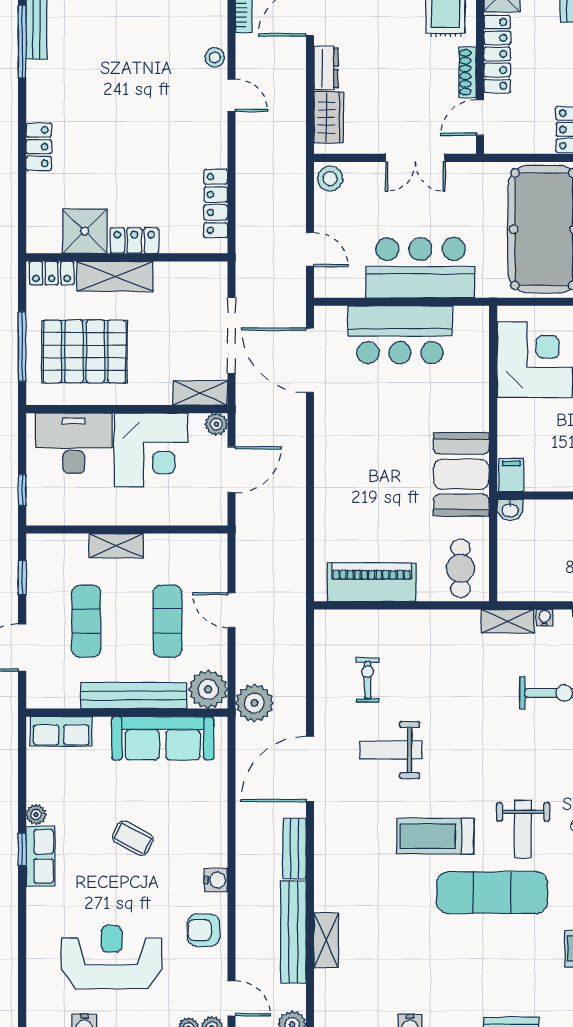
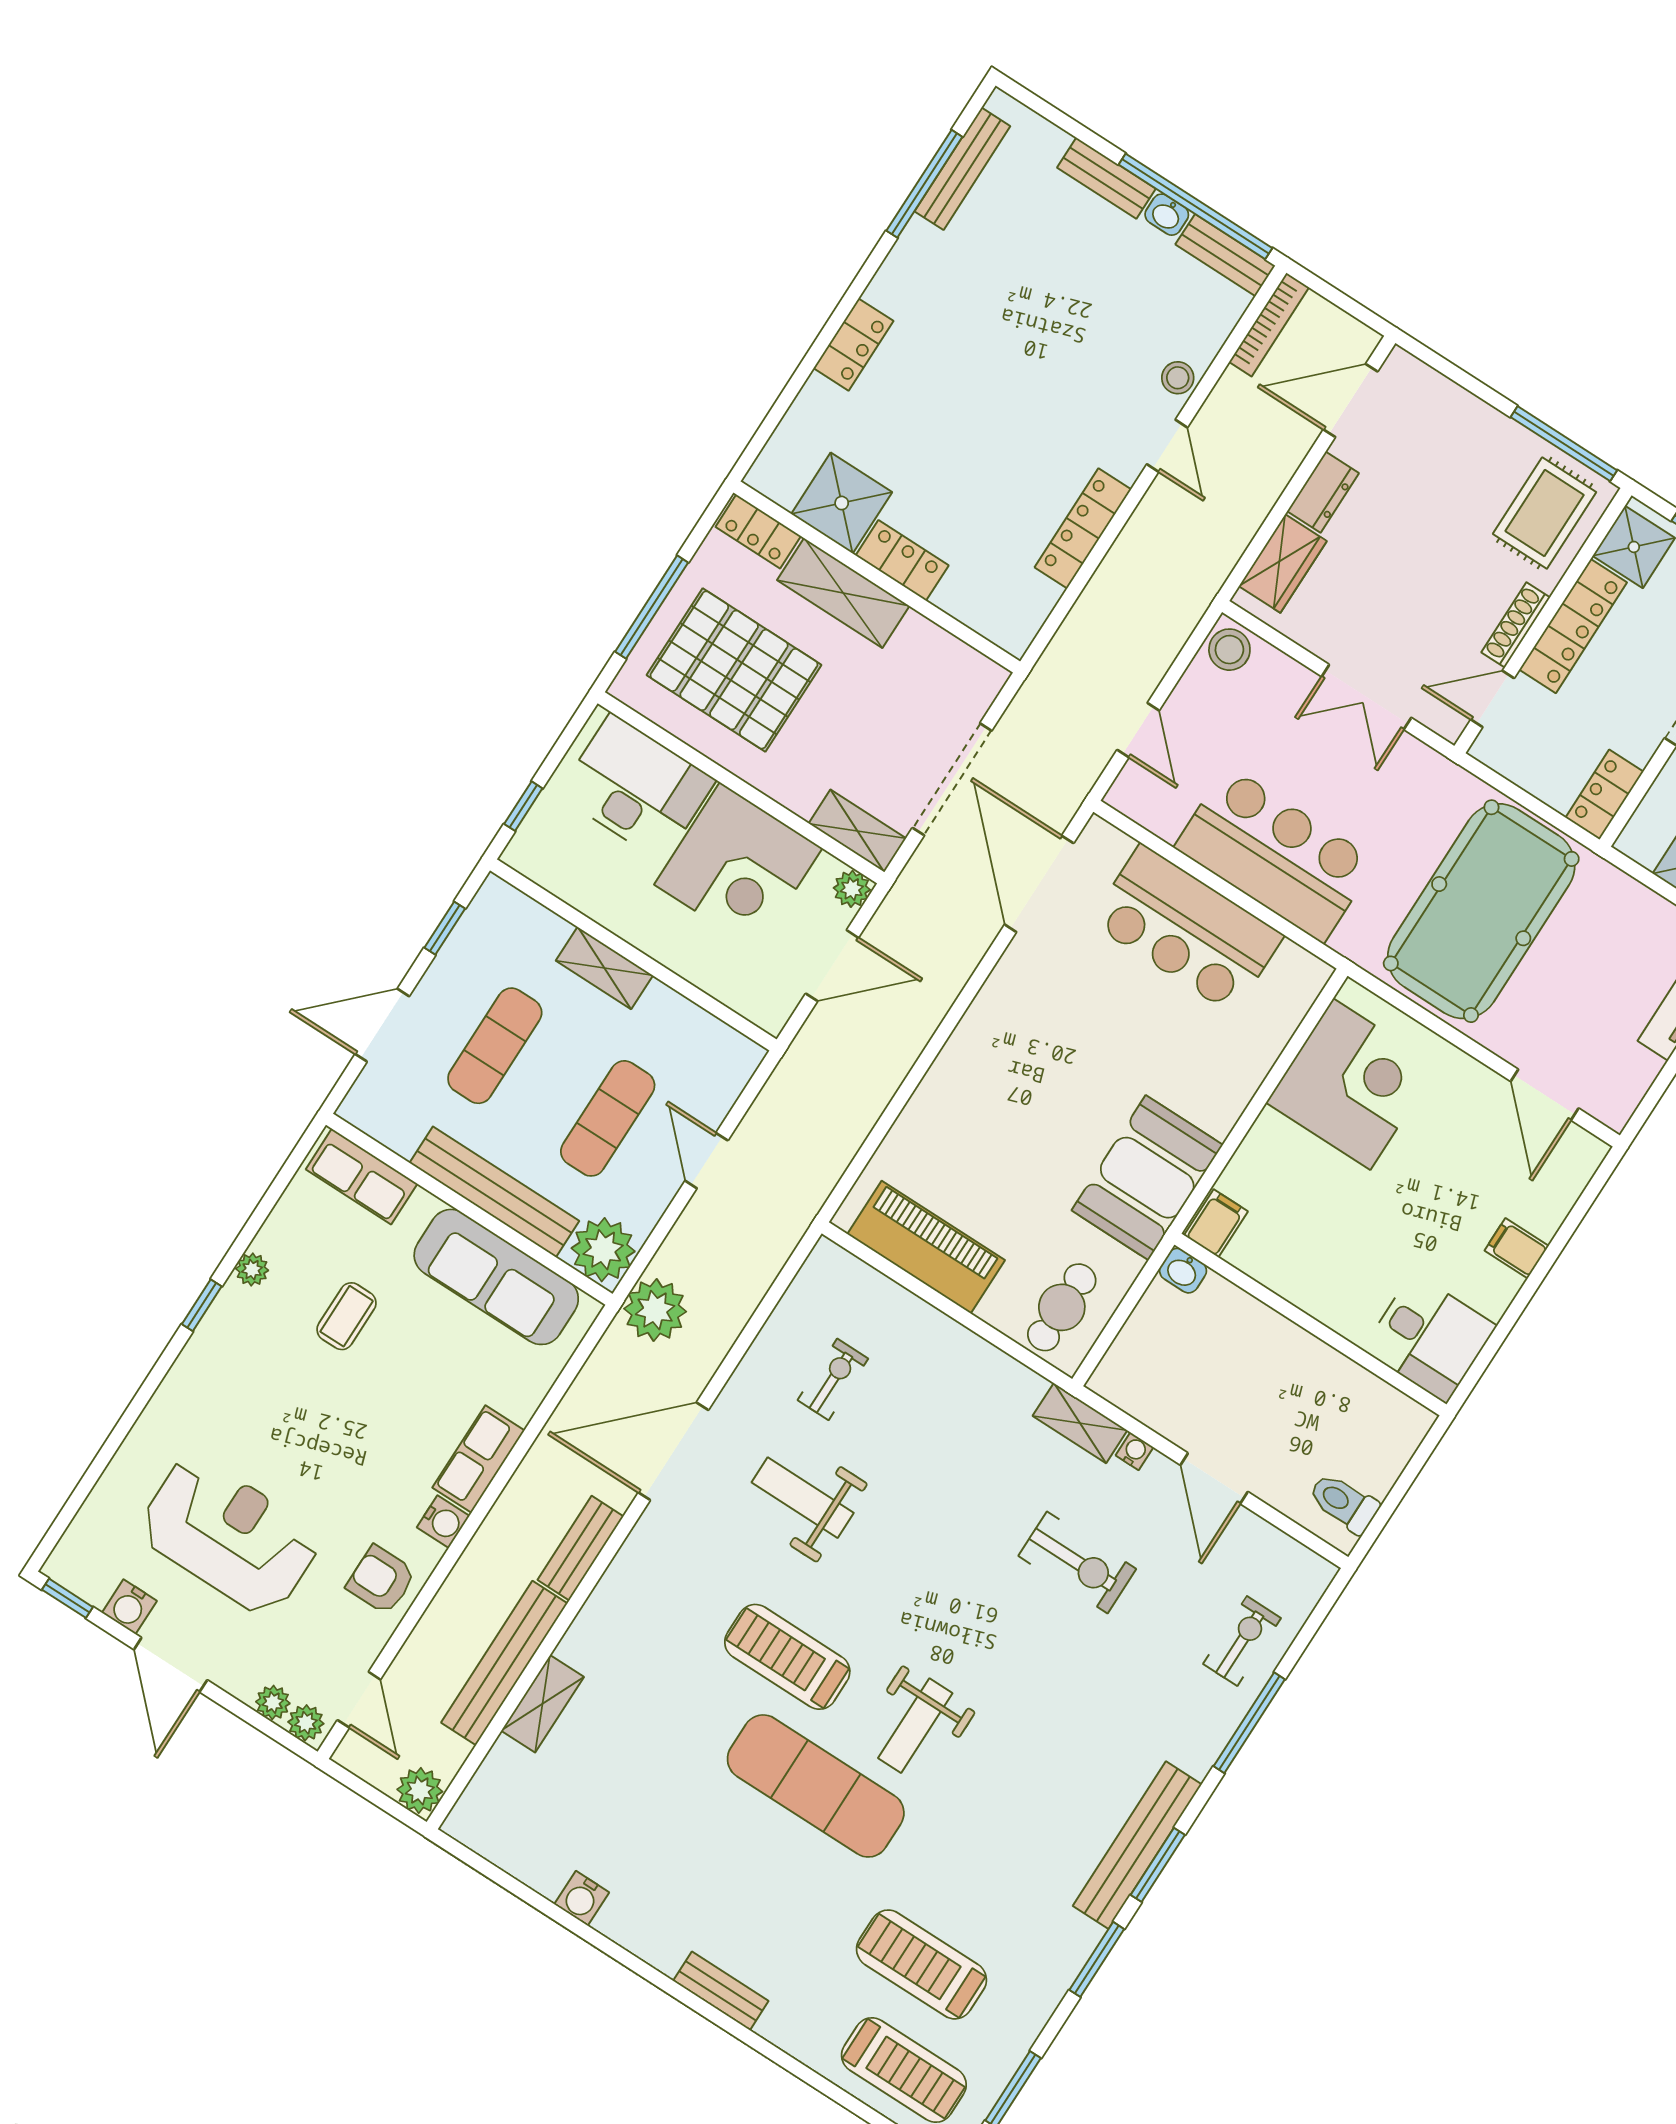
locker: (216, 203) -> (1083, 528), moved
coffee table: (133, 838) -> (347, 1316), moved, turned 62
row of seats: (40, 856) -> (478, 1459), moved, turned 180

